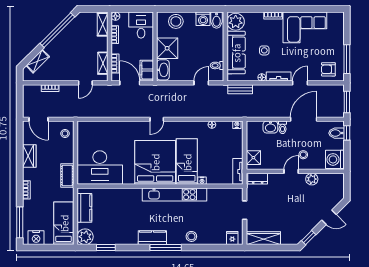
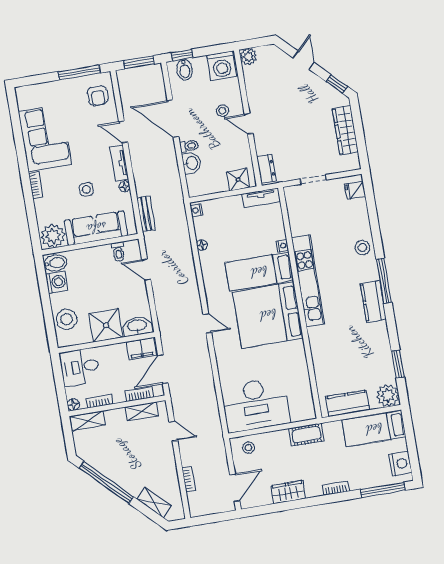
desk: (100, 168) -> (256, 405), moved, turned 90
plant: (312, 179) -> (248, 57), moved
wardrobe: (263, 238) -> (345, 130), moved

